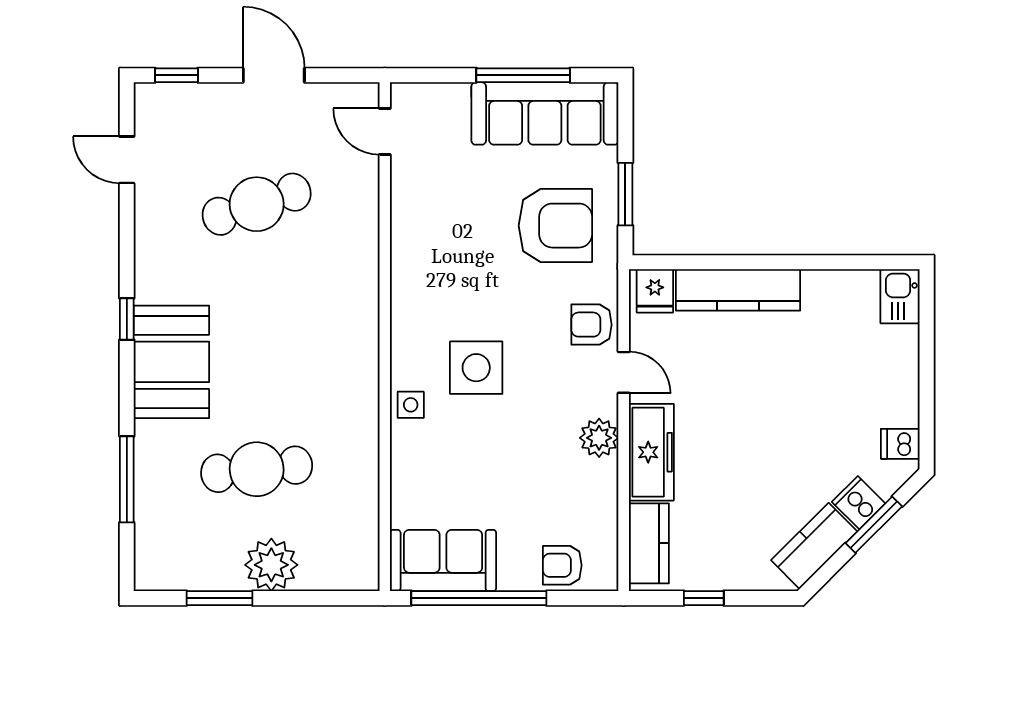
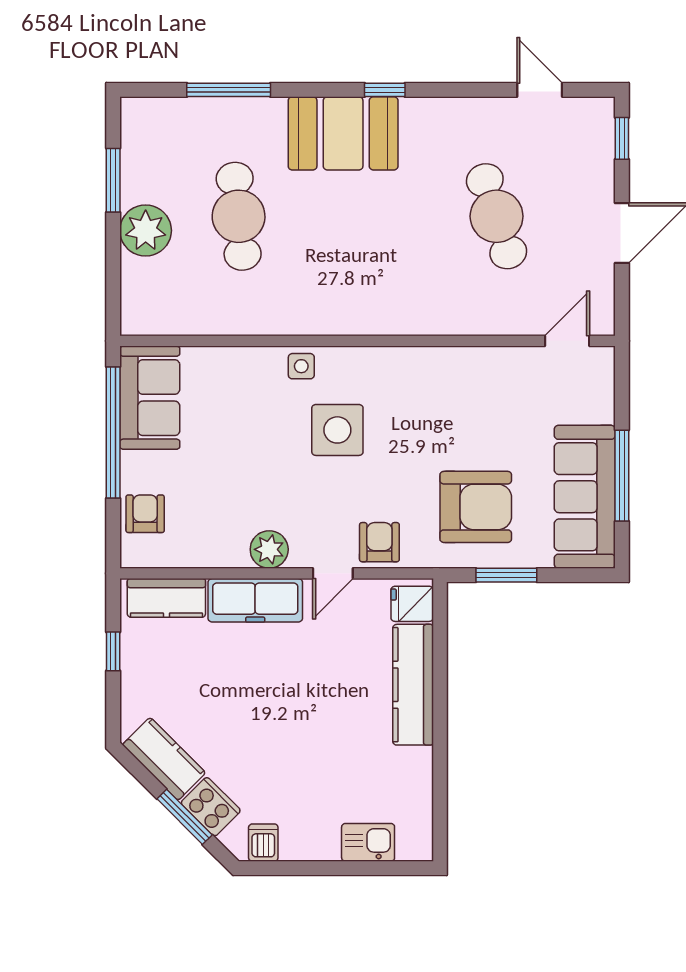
door: (127, 160) -> (540, 90), hinge flipped
armchair: (555, 226) -> (476, 507), turned -90
kitchen sink: (900, 296) -> (368, 842), moved
cooker: (859, 503) -> (211, 807), width x1.36

